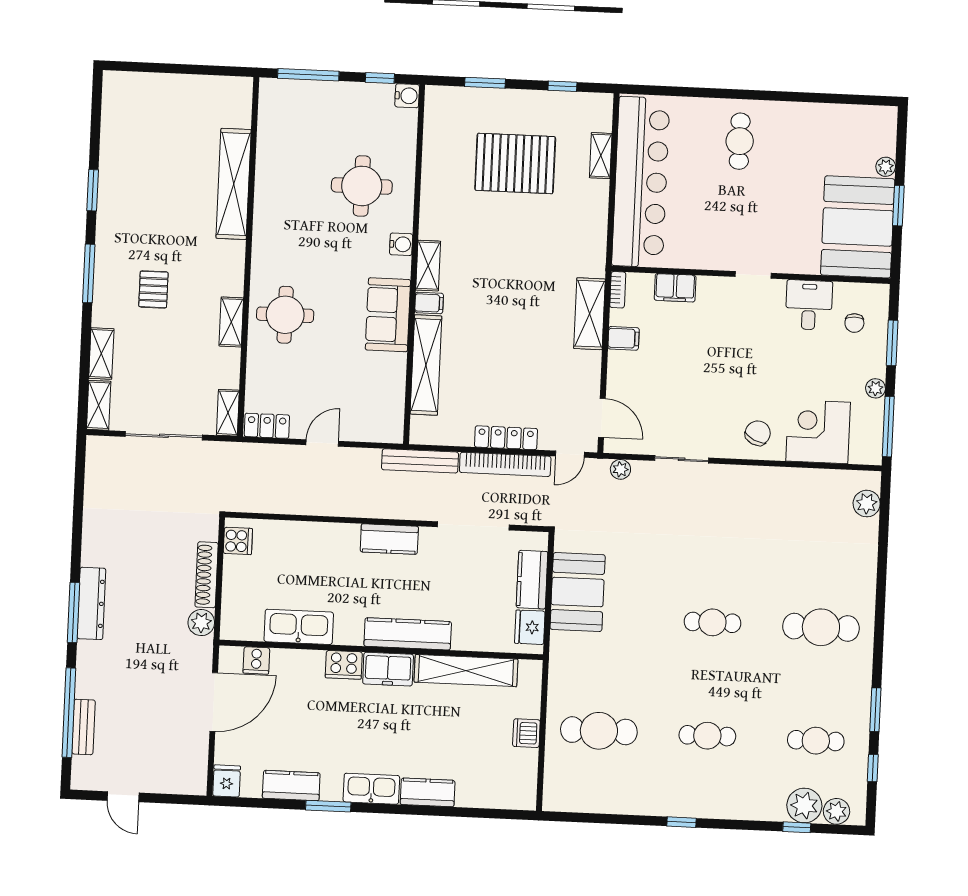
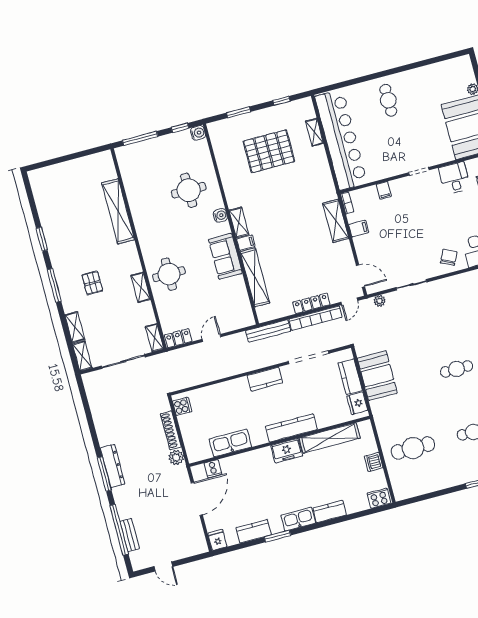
filing cabinet: (675, 288) -> (384, 190), width x0.50
cooker: (344, 665) -> (379, 498), moved, turned 180

